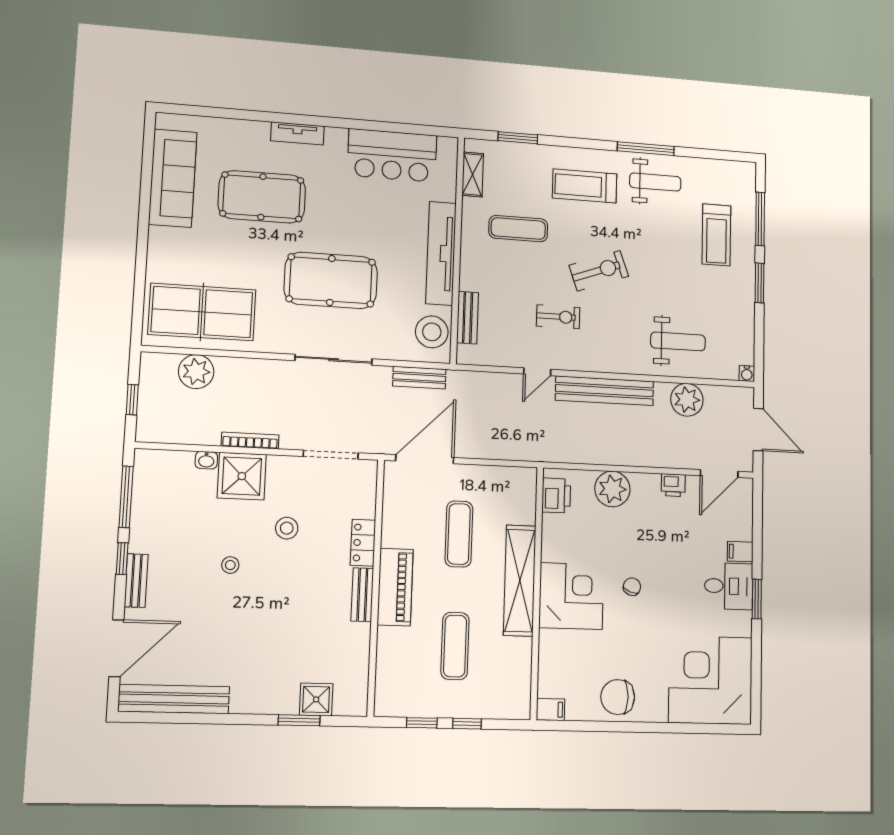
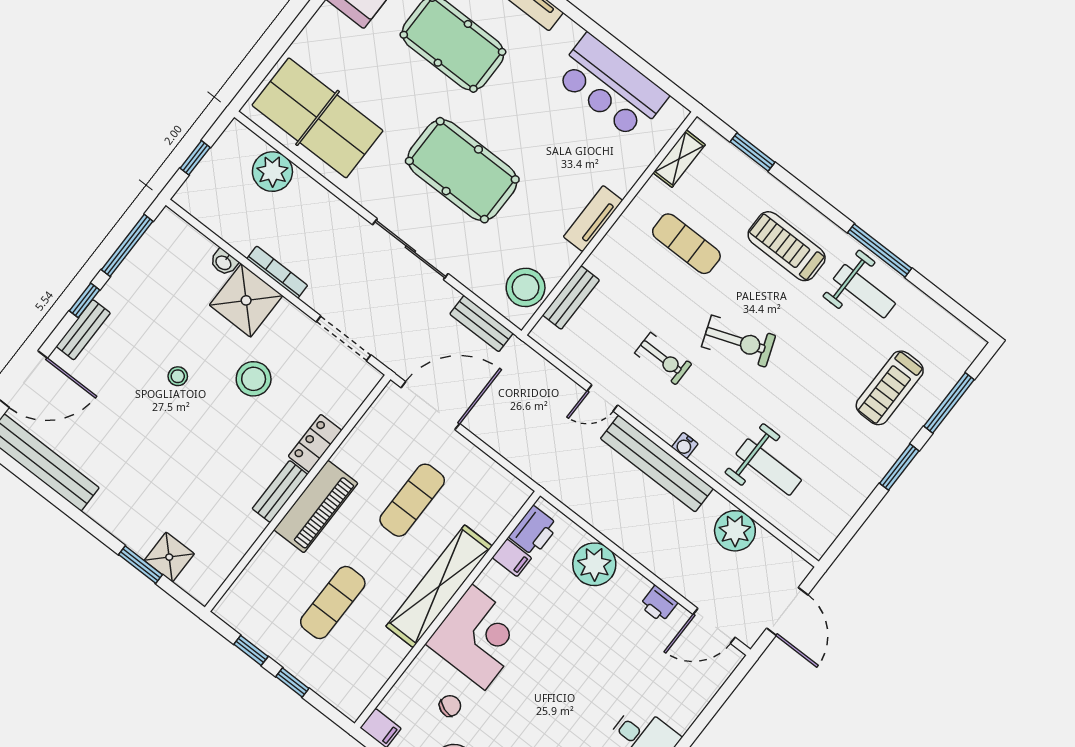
tv unit: (441, 253) -> (593, 219), width x0.52, depth x0.78
water cooler: (747, 374) -> (685, 446), moved
stool: (287, 528) -> (254, 379), width x1.38, depth x1.38
filing cabinet: (740, 552) -> (512, 558), moved, turned 180
chair: (632, 587) -> (450, 706), moved

